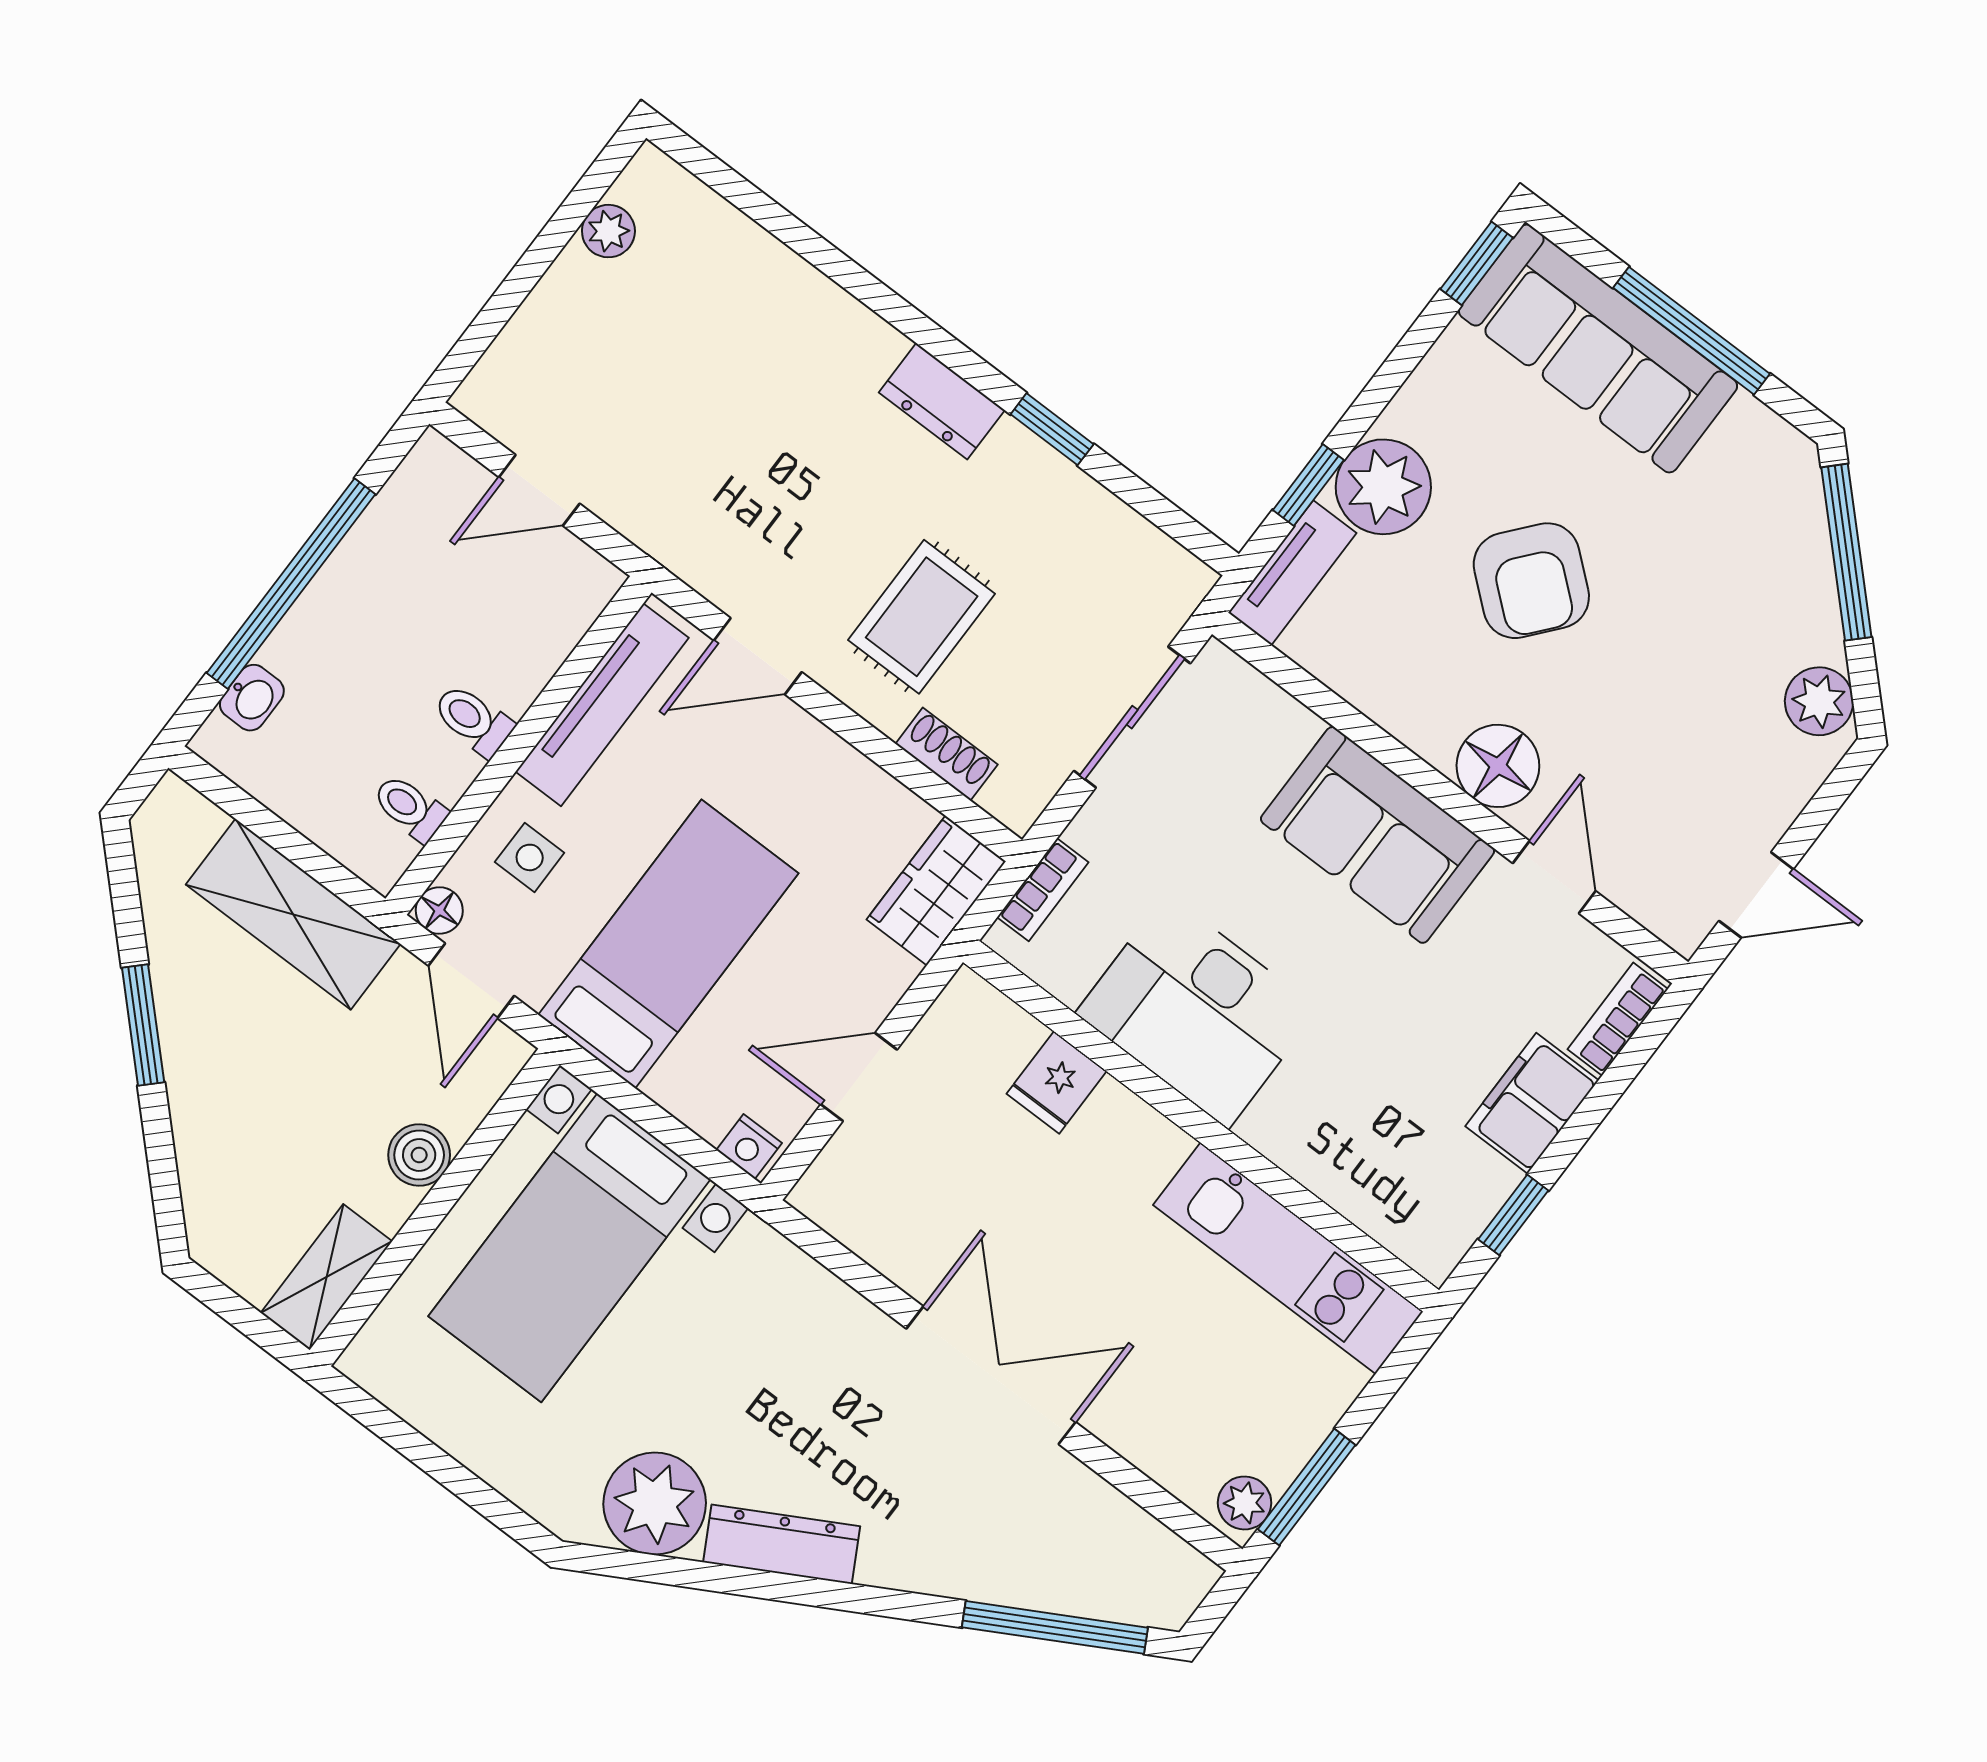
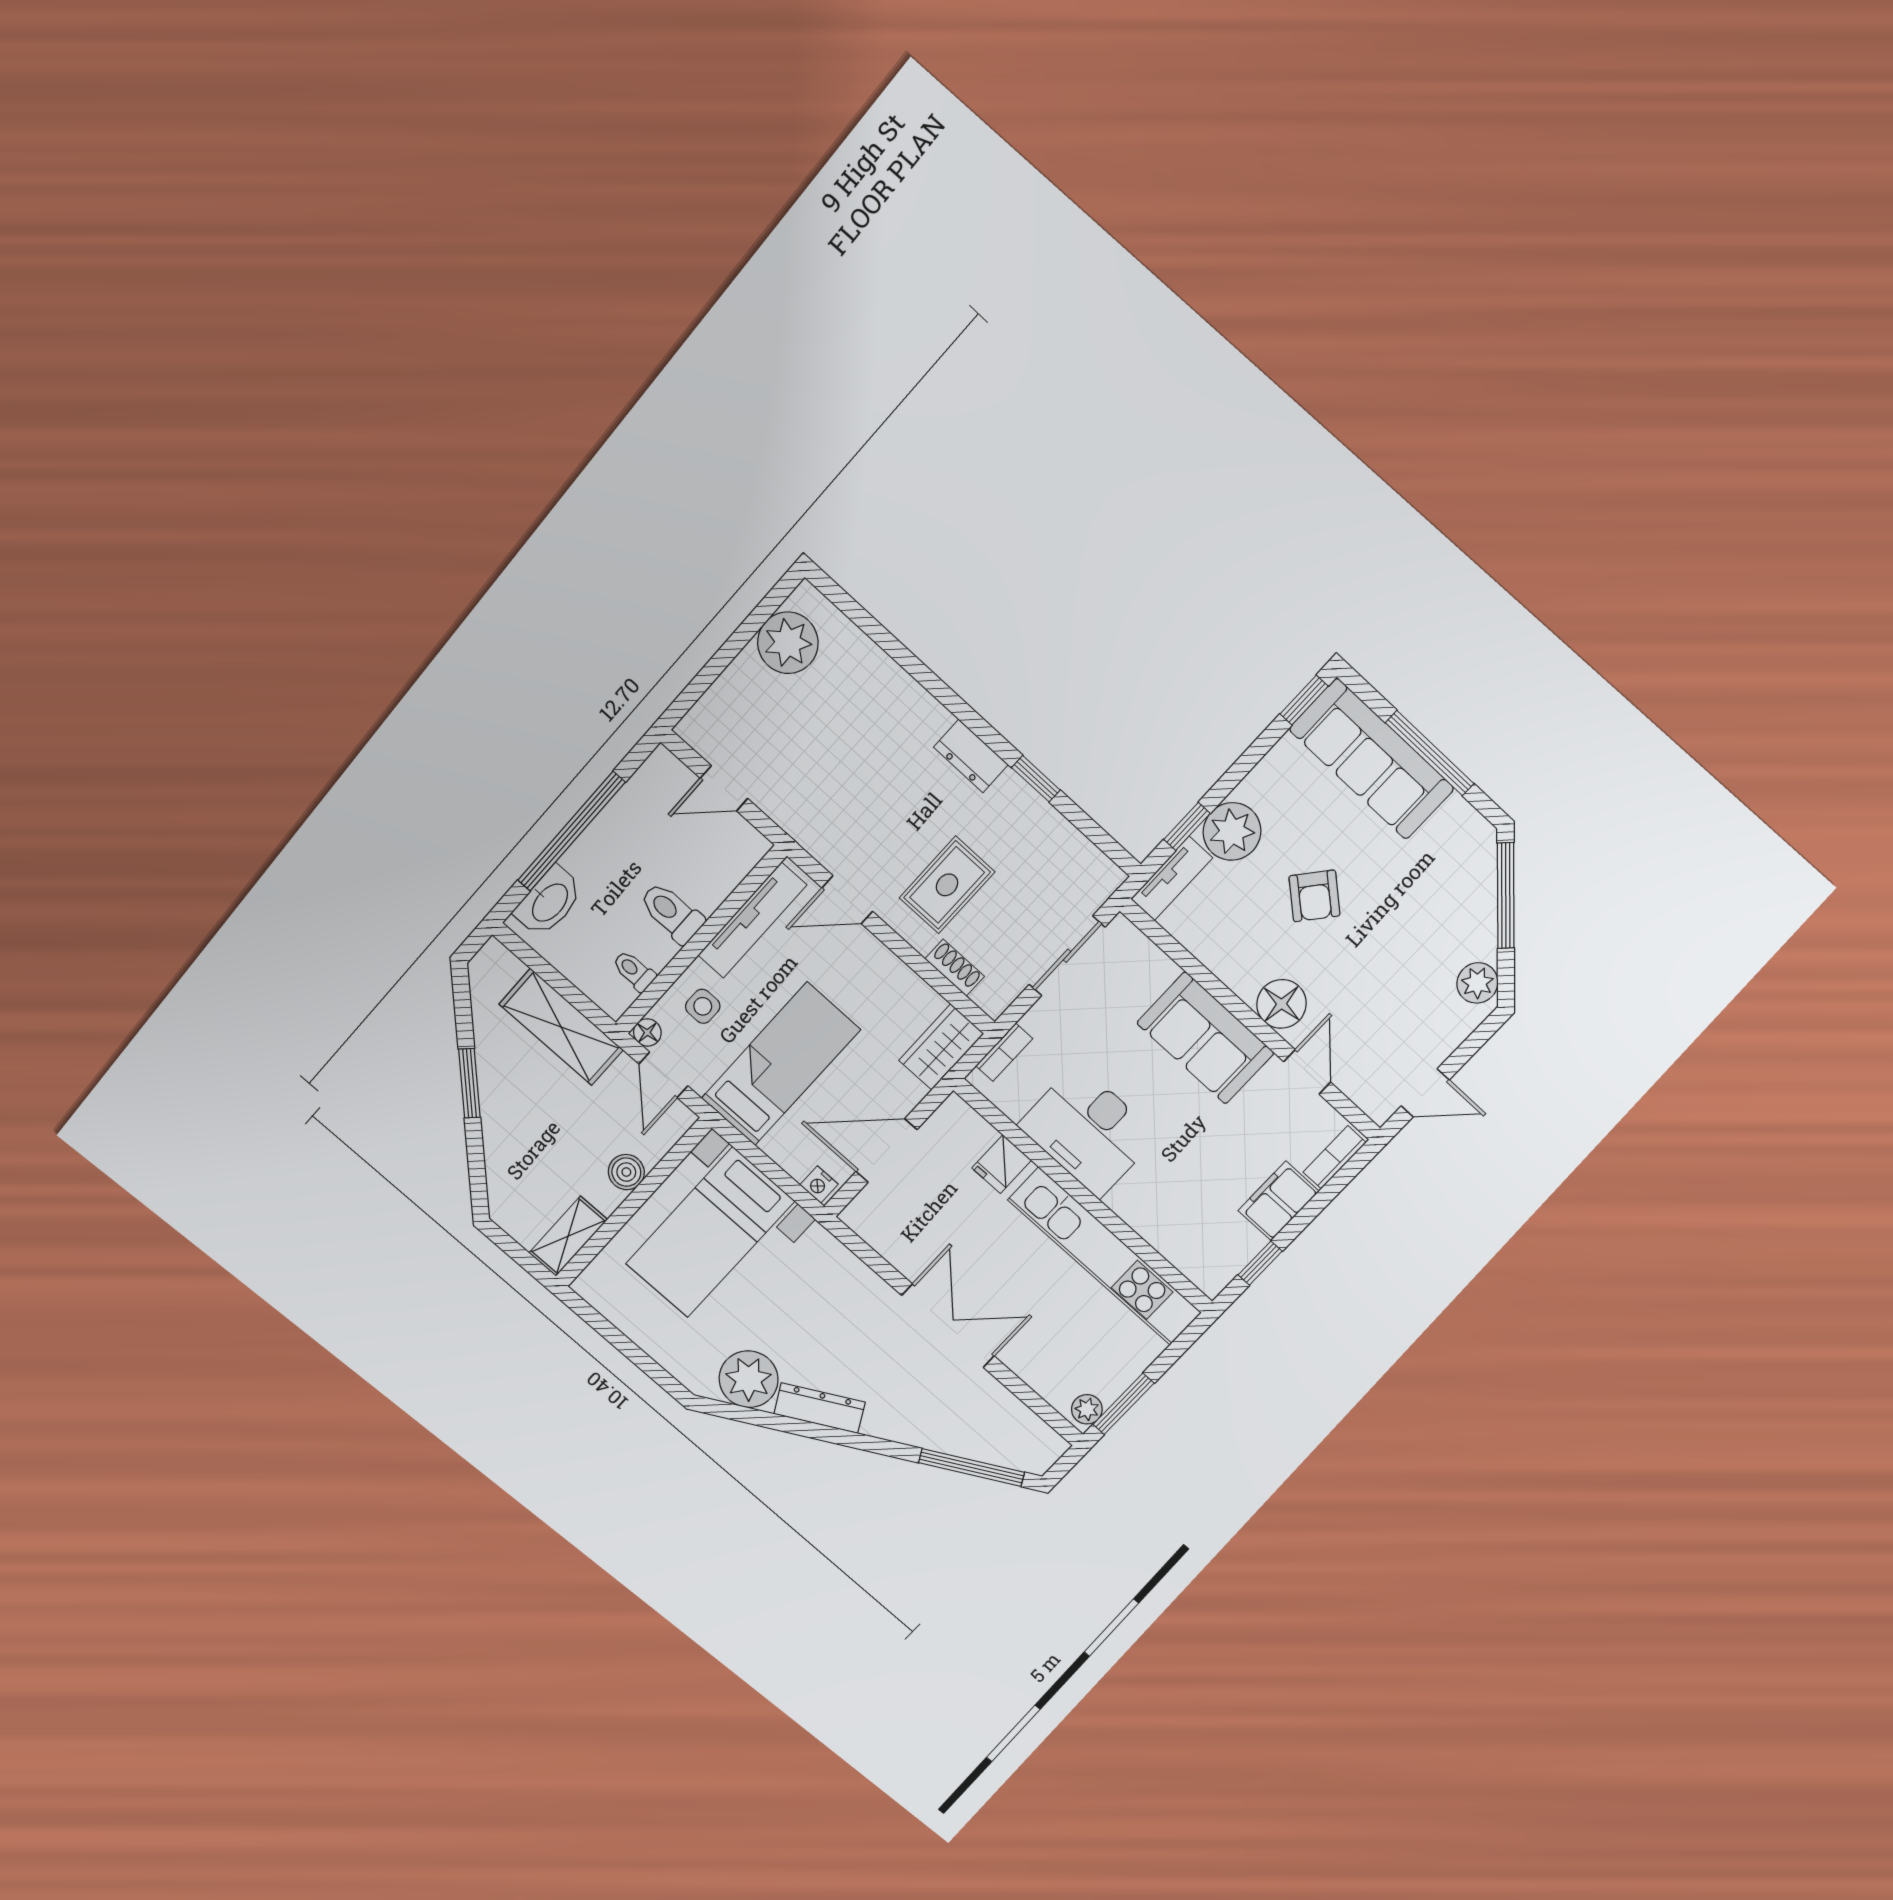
plant: (608, 231) -> (788, 643), width x1.88, depth x1.88
armchair: (1531, 581) -> (1314, 896), width x0.72, depth x0.72
washbasin: (252, 698) -> (549, 902), width x1.91, depth x1.45
toilet: (473, 720) -> (672, 913), width x1.37, depth x1.39
door: (859, 1077) -> (886, 1151), width x1.38
kitchen unit: (1288, 1258) -> (1105, 1256), width x1.36

